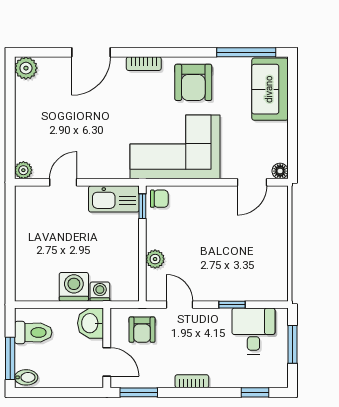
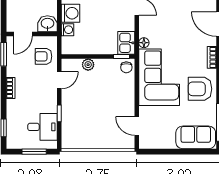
floor lamp: (280, 171) -> (144, 43), moved
kitchen sink: (114, 199) -> (126, 43), width x0.73

